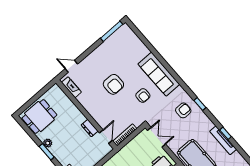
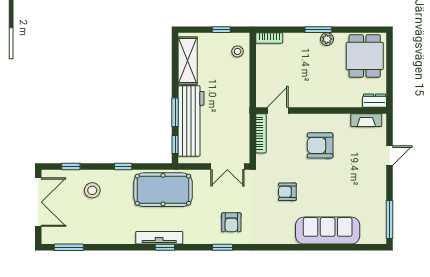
door: (71, 66) -> (390, 156), moved
sofa: (159, 74) -> (328, 231), moved
armchair: (113, 84) -> (320, 145), moved
dresser: (90, 128) -> (375, 101), moved
door: (106, 137) -> (278, 110), swing flipped

